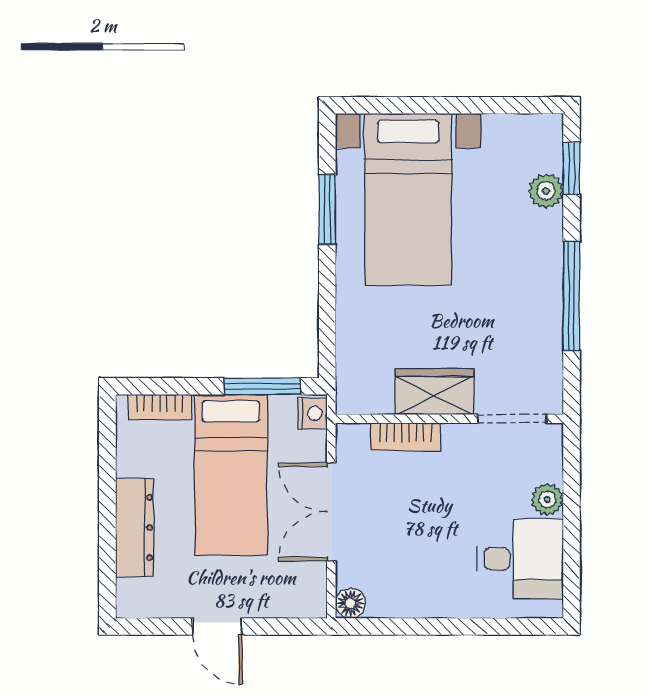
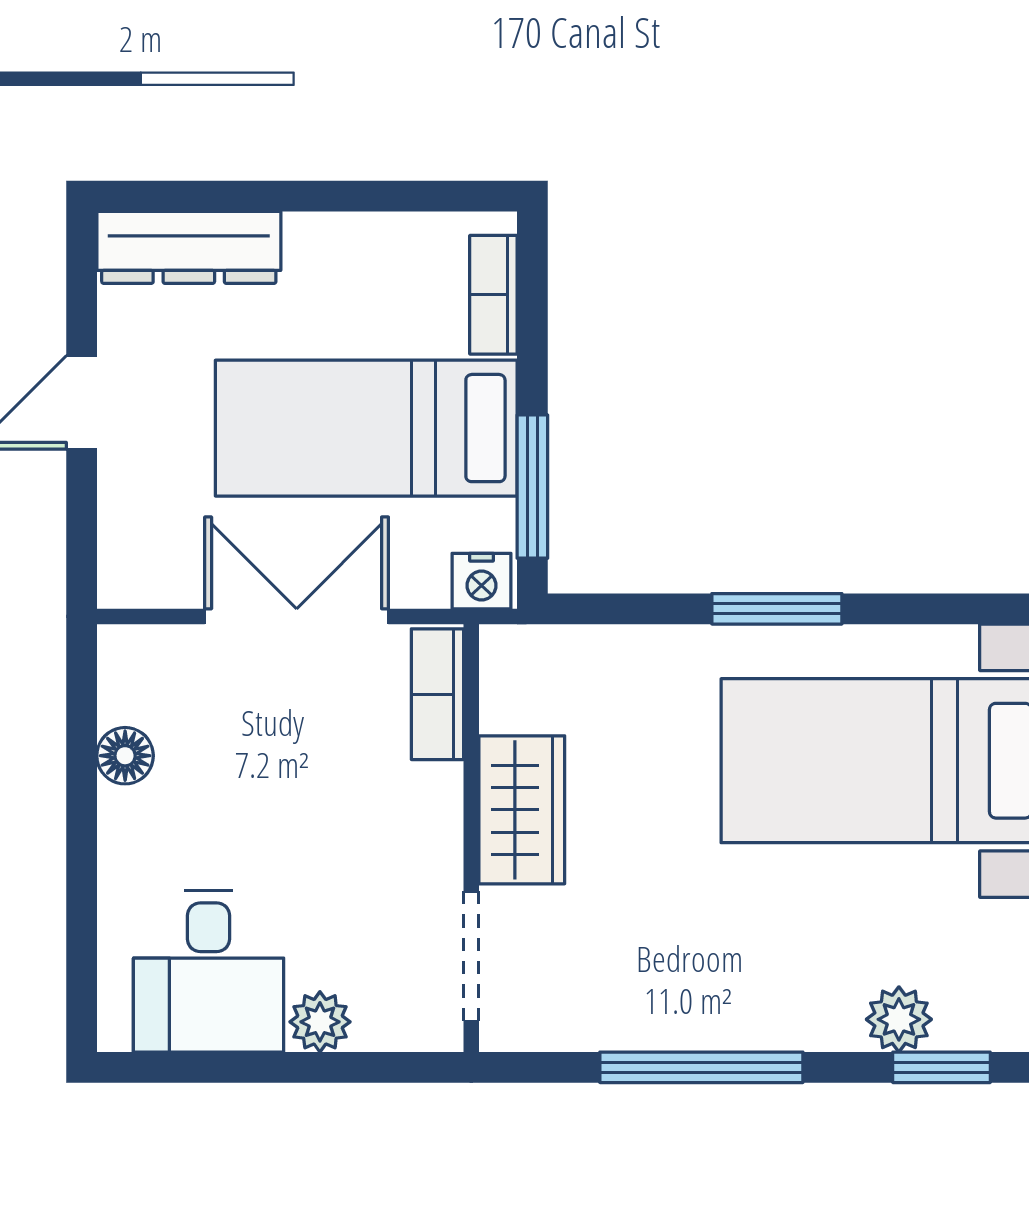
window: (327, 209) -> (777, 609), moved
bookcase: (405, 437) -> (437, 694), moved
dresser: (135, 528) -> (189, 247), moved
floor lamp: (350, 603) -> (125, 756), moved

